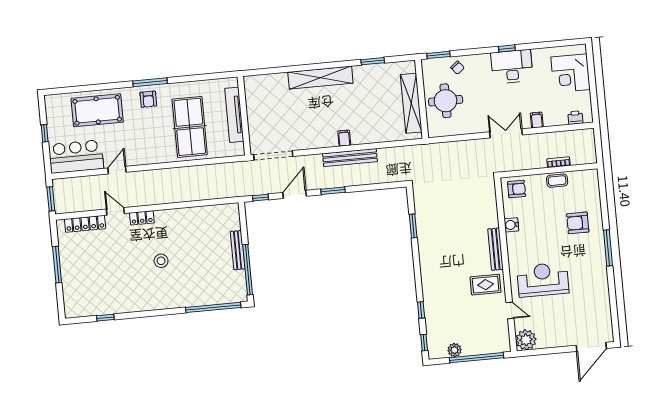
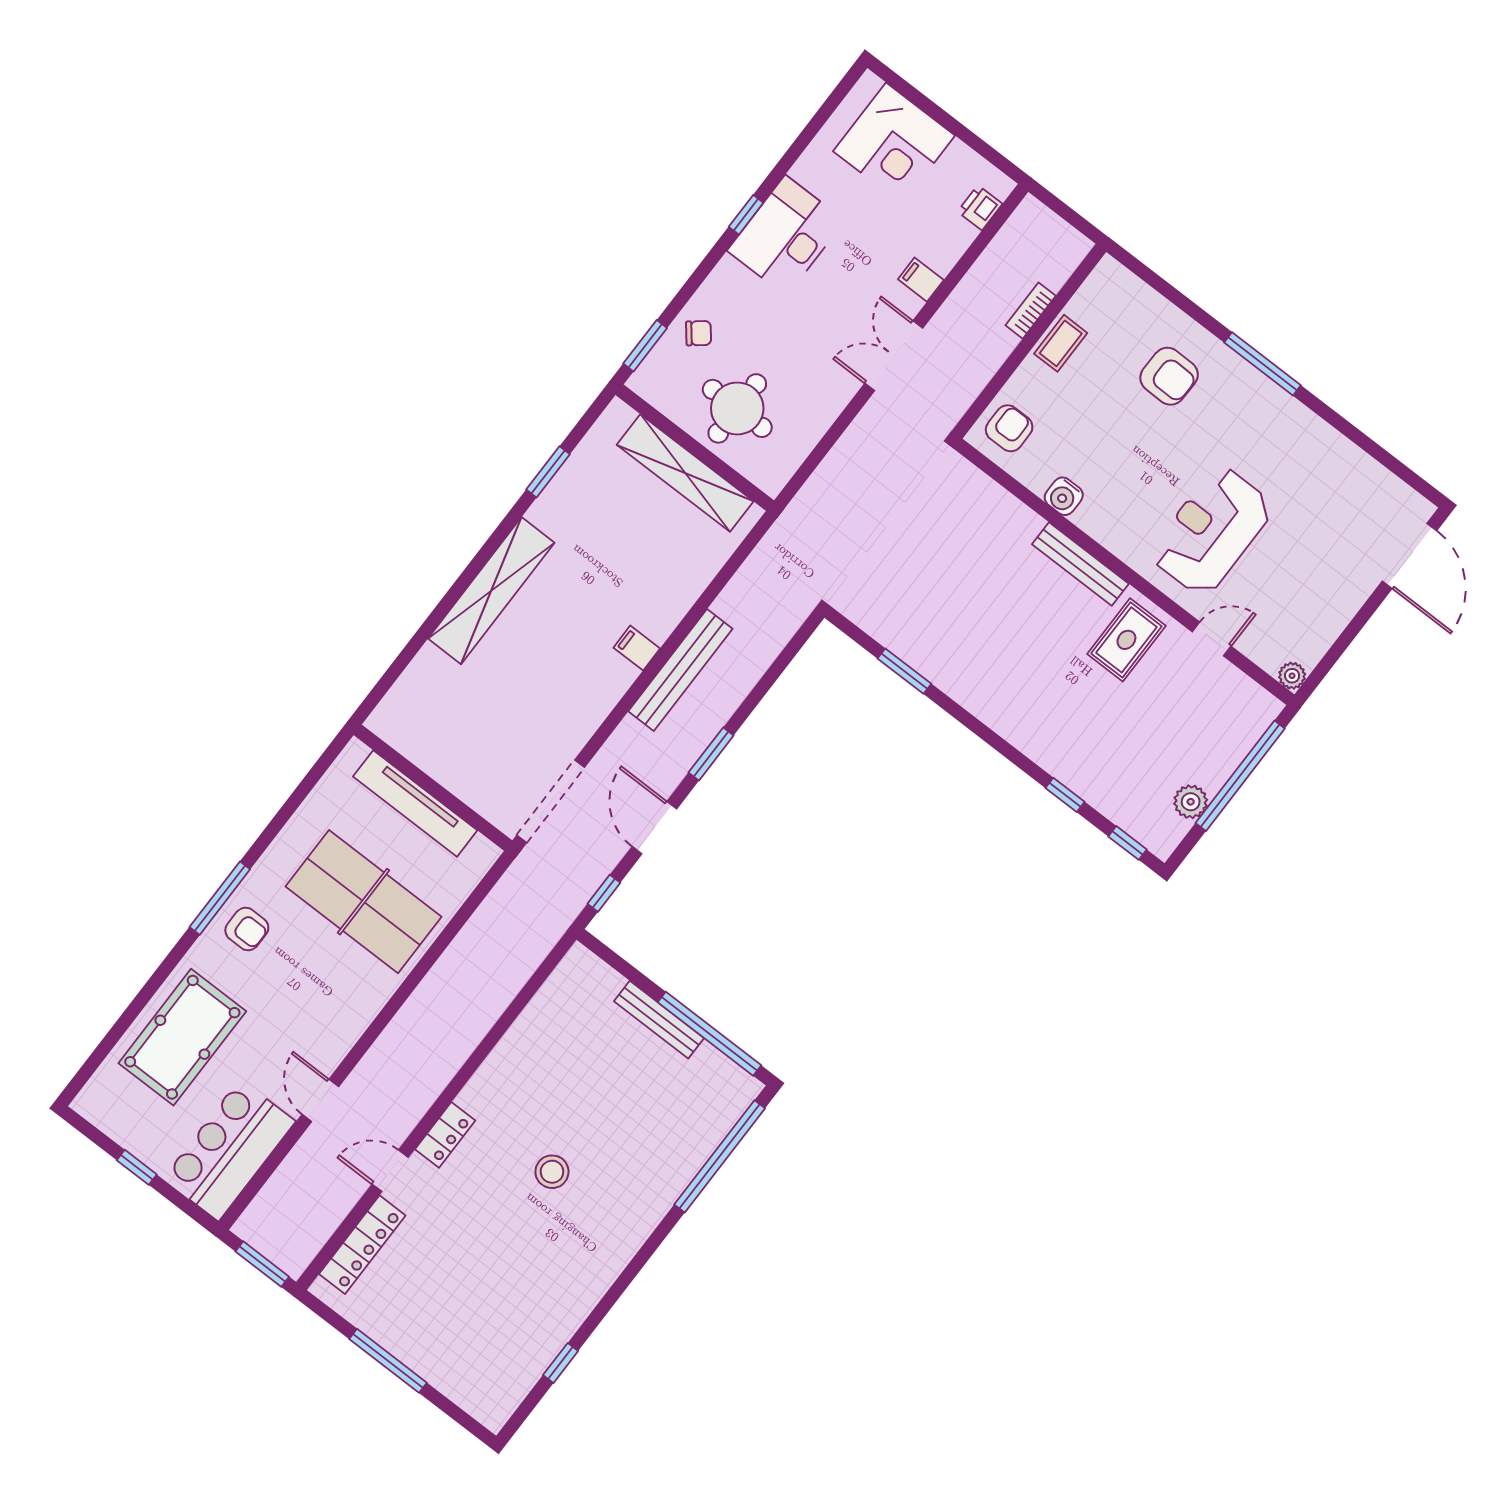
armchair: (578, 223) -> (1169, 376), turned -89
plant: (526, 340) -> (1292, 676), width x0.53, depth x0.53

